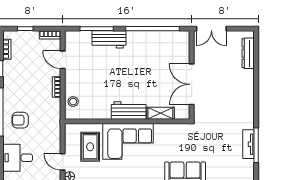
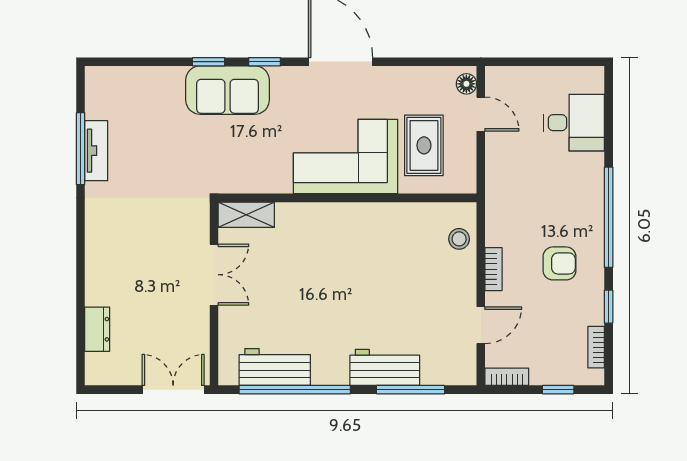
dresser: (248, 53) -> (97, 329), width x0.70
door: (63, 60) -> (481, 325), hinge flipped
double door: (192, 84) -> (214, 275), width x0.73
workbench: (129, 110) -> (275, 367), moved, turned 180
shelving: (160, 113) -> (246, 215), moved
armchair: (20, 120) -> (559, 263), moved

